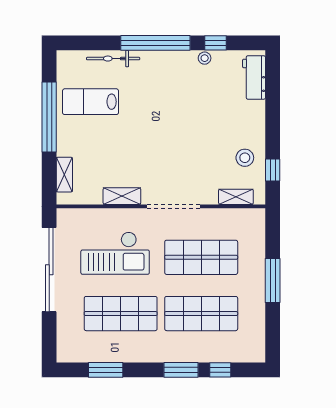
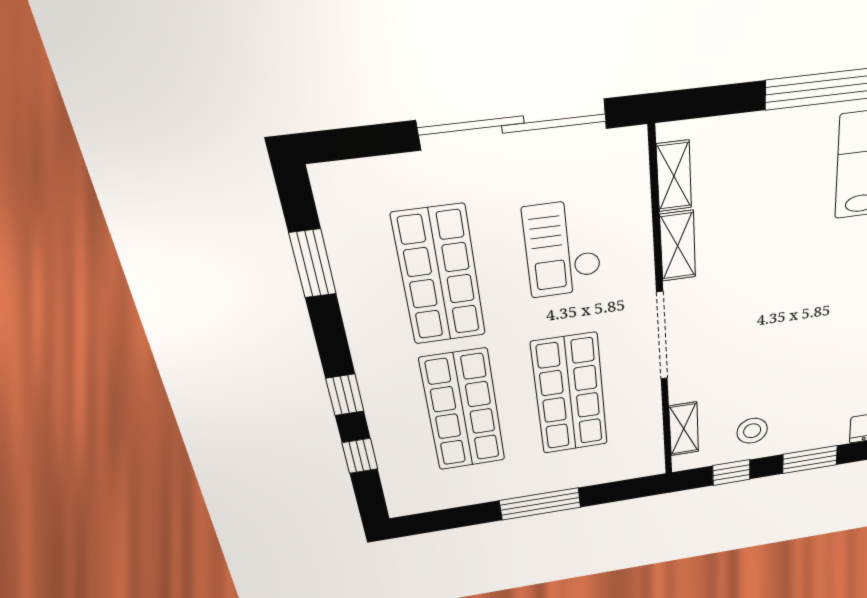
window: (273, 123) -> (810, 460), added
shelving: (64, 175) -> (674, 176), moved, turned 90
checkout: (115, 253) -> (563, 249), width x0.73, depth x0.83
window: (181, 370) -> (345, 395), width x0.67

